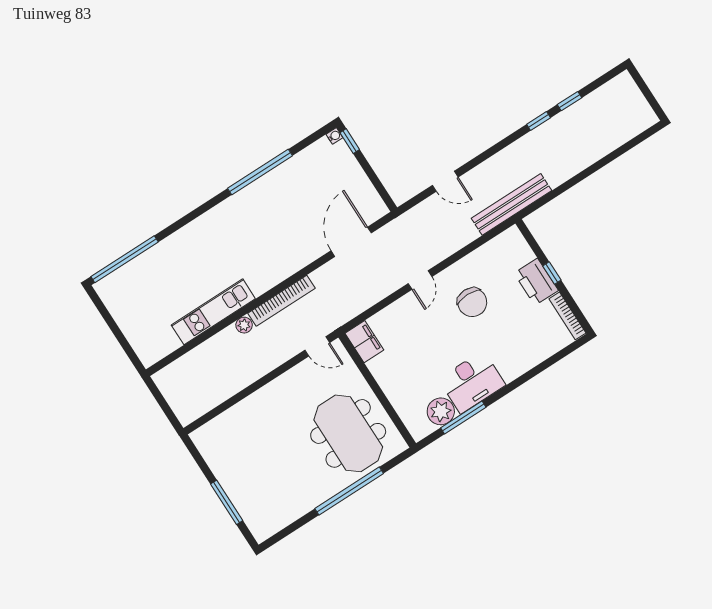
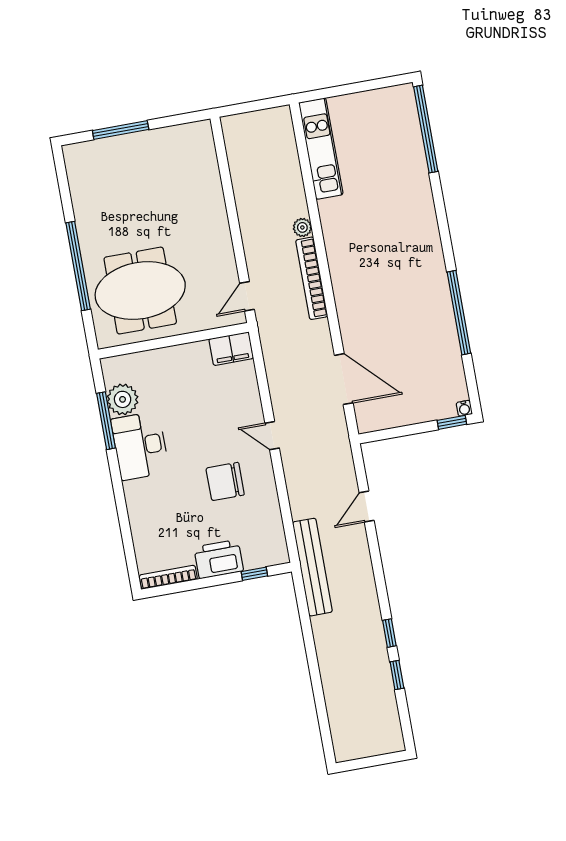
window: (552, 273) -> (254, 574), moved
kitchen unit: (213, 312) -> (321, 149), moved

